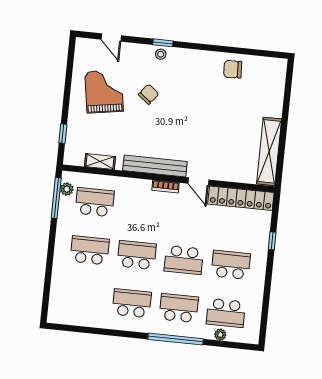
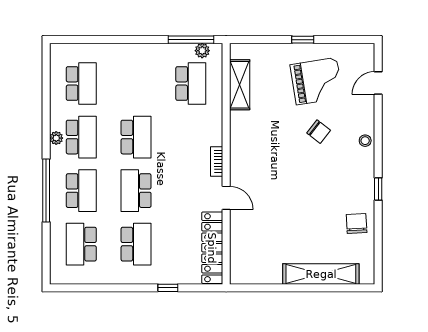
window: (163, 43) -> (378, 189), moved
window: (63, 134) -> (303, 40), moved
shelving: (269, 151) -> (321, 274), moved
shelving: (100, 162) -> (240, 85), width x1.50, depth x1.33
bench: (155, 166) -> (239, 147), removed
door: (198, 182) -> (226, 198), swing flipped
school desk: (90, 250) -> (81, 83), moved
plant: (220, 335) -> (56, 138), moved

